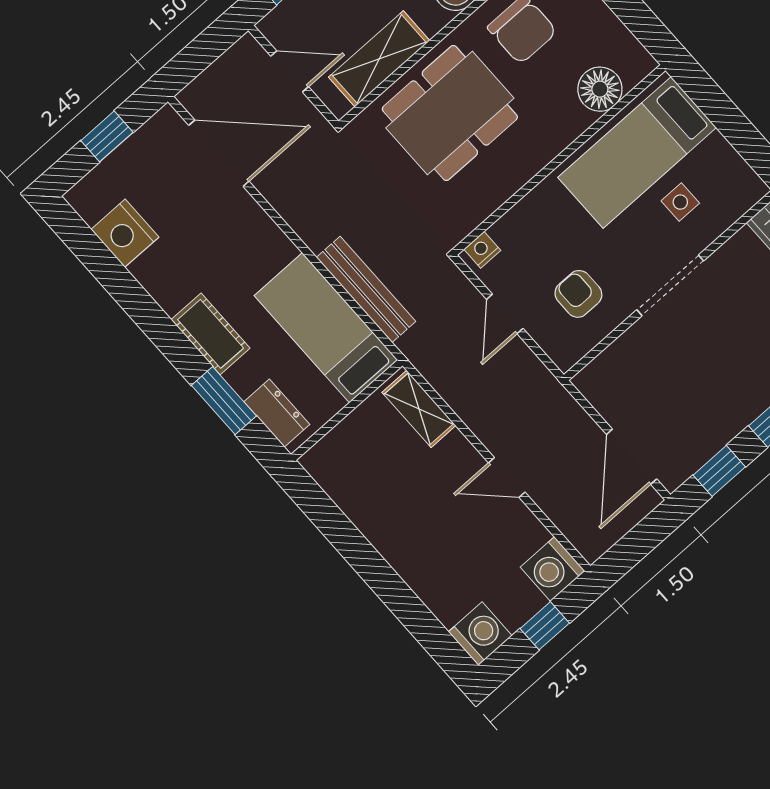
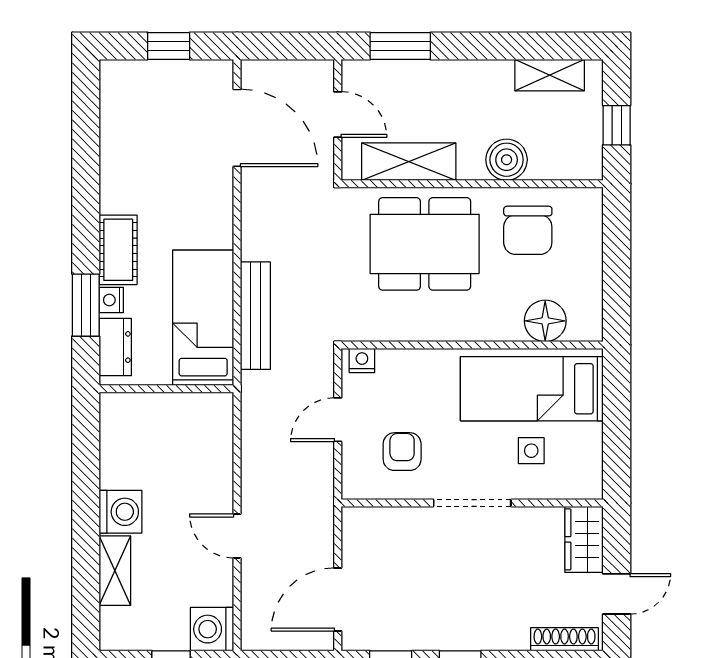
nightstand: (125, 233) -> (111, 300), moved, width x0.53, depth x0.56
shelving: (419, 409) -> (115, 571), moved
washing machine: (480, 634) -> (121, 512), moved

